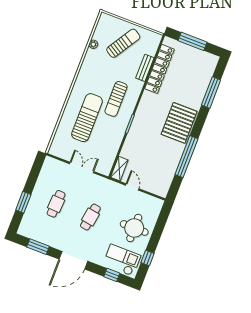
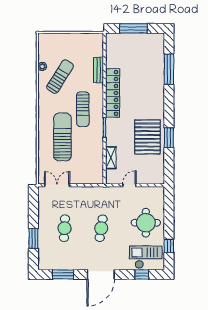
sun lounger: (123, 43) -> (60, 77), moved
locker: (160, 69) -> (113, 93), moved
pallet: (179, 123) -> (147, 137), moved
window: (186, 157) -> (169, 138), width x0.47
double door: (82, 168) -> (57, 185), moved
shelving: (119, 169) -> (111, 158), moved
door: (132, 187) -> (129, 185), hinge flipped

